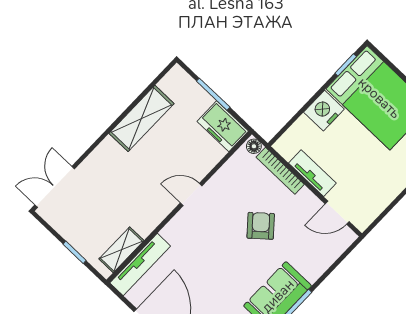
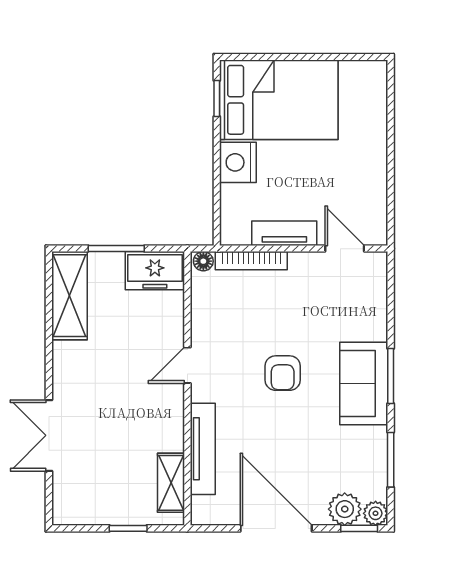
shelving: (141, 118) -> (70, 296), moved
double door: (55, 187) -> (49, 435), moved
door: (337, 213) -> (345, 249), swing flipped
armchair: (261, 226) -> (283, 373), moved, turned -139
tv unit: (140, 264) -> (203, 449), moved

